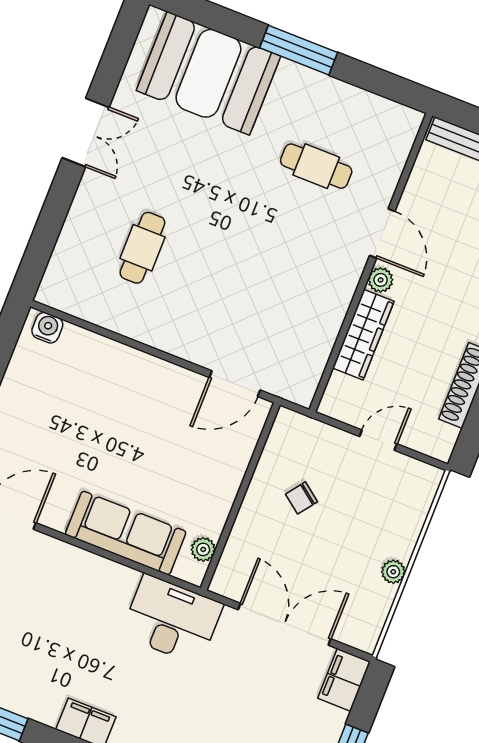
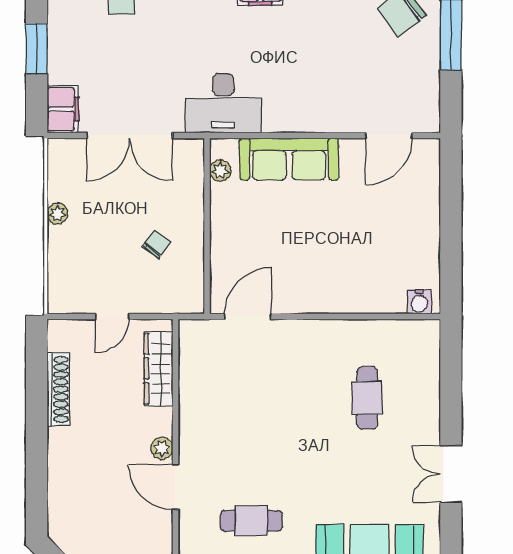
wardrobe: (363, 335) -> (158, 369), moved

